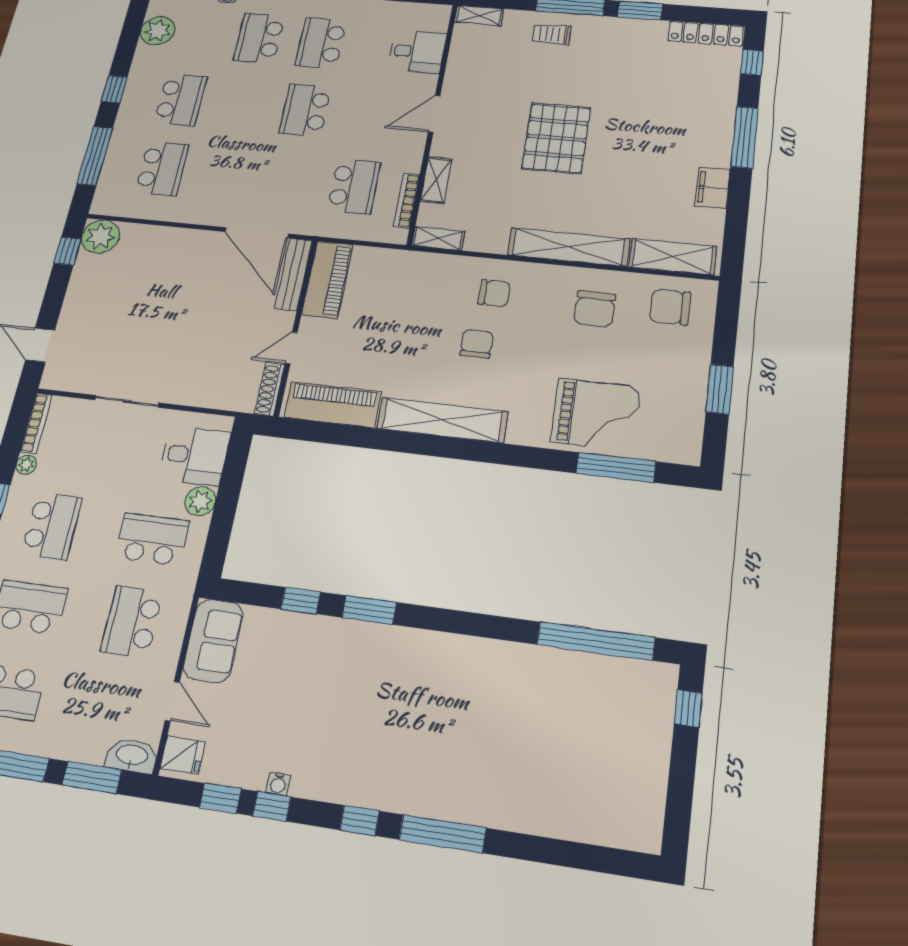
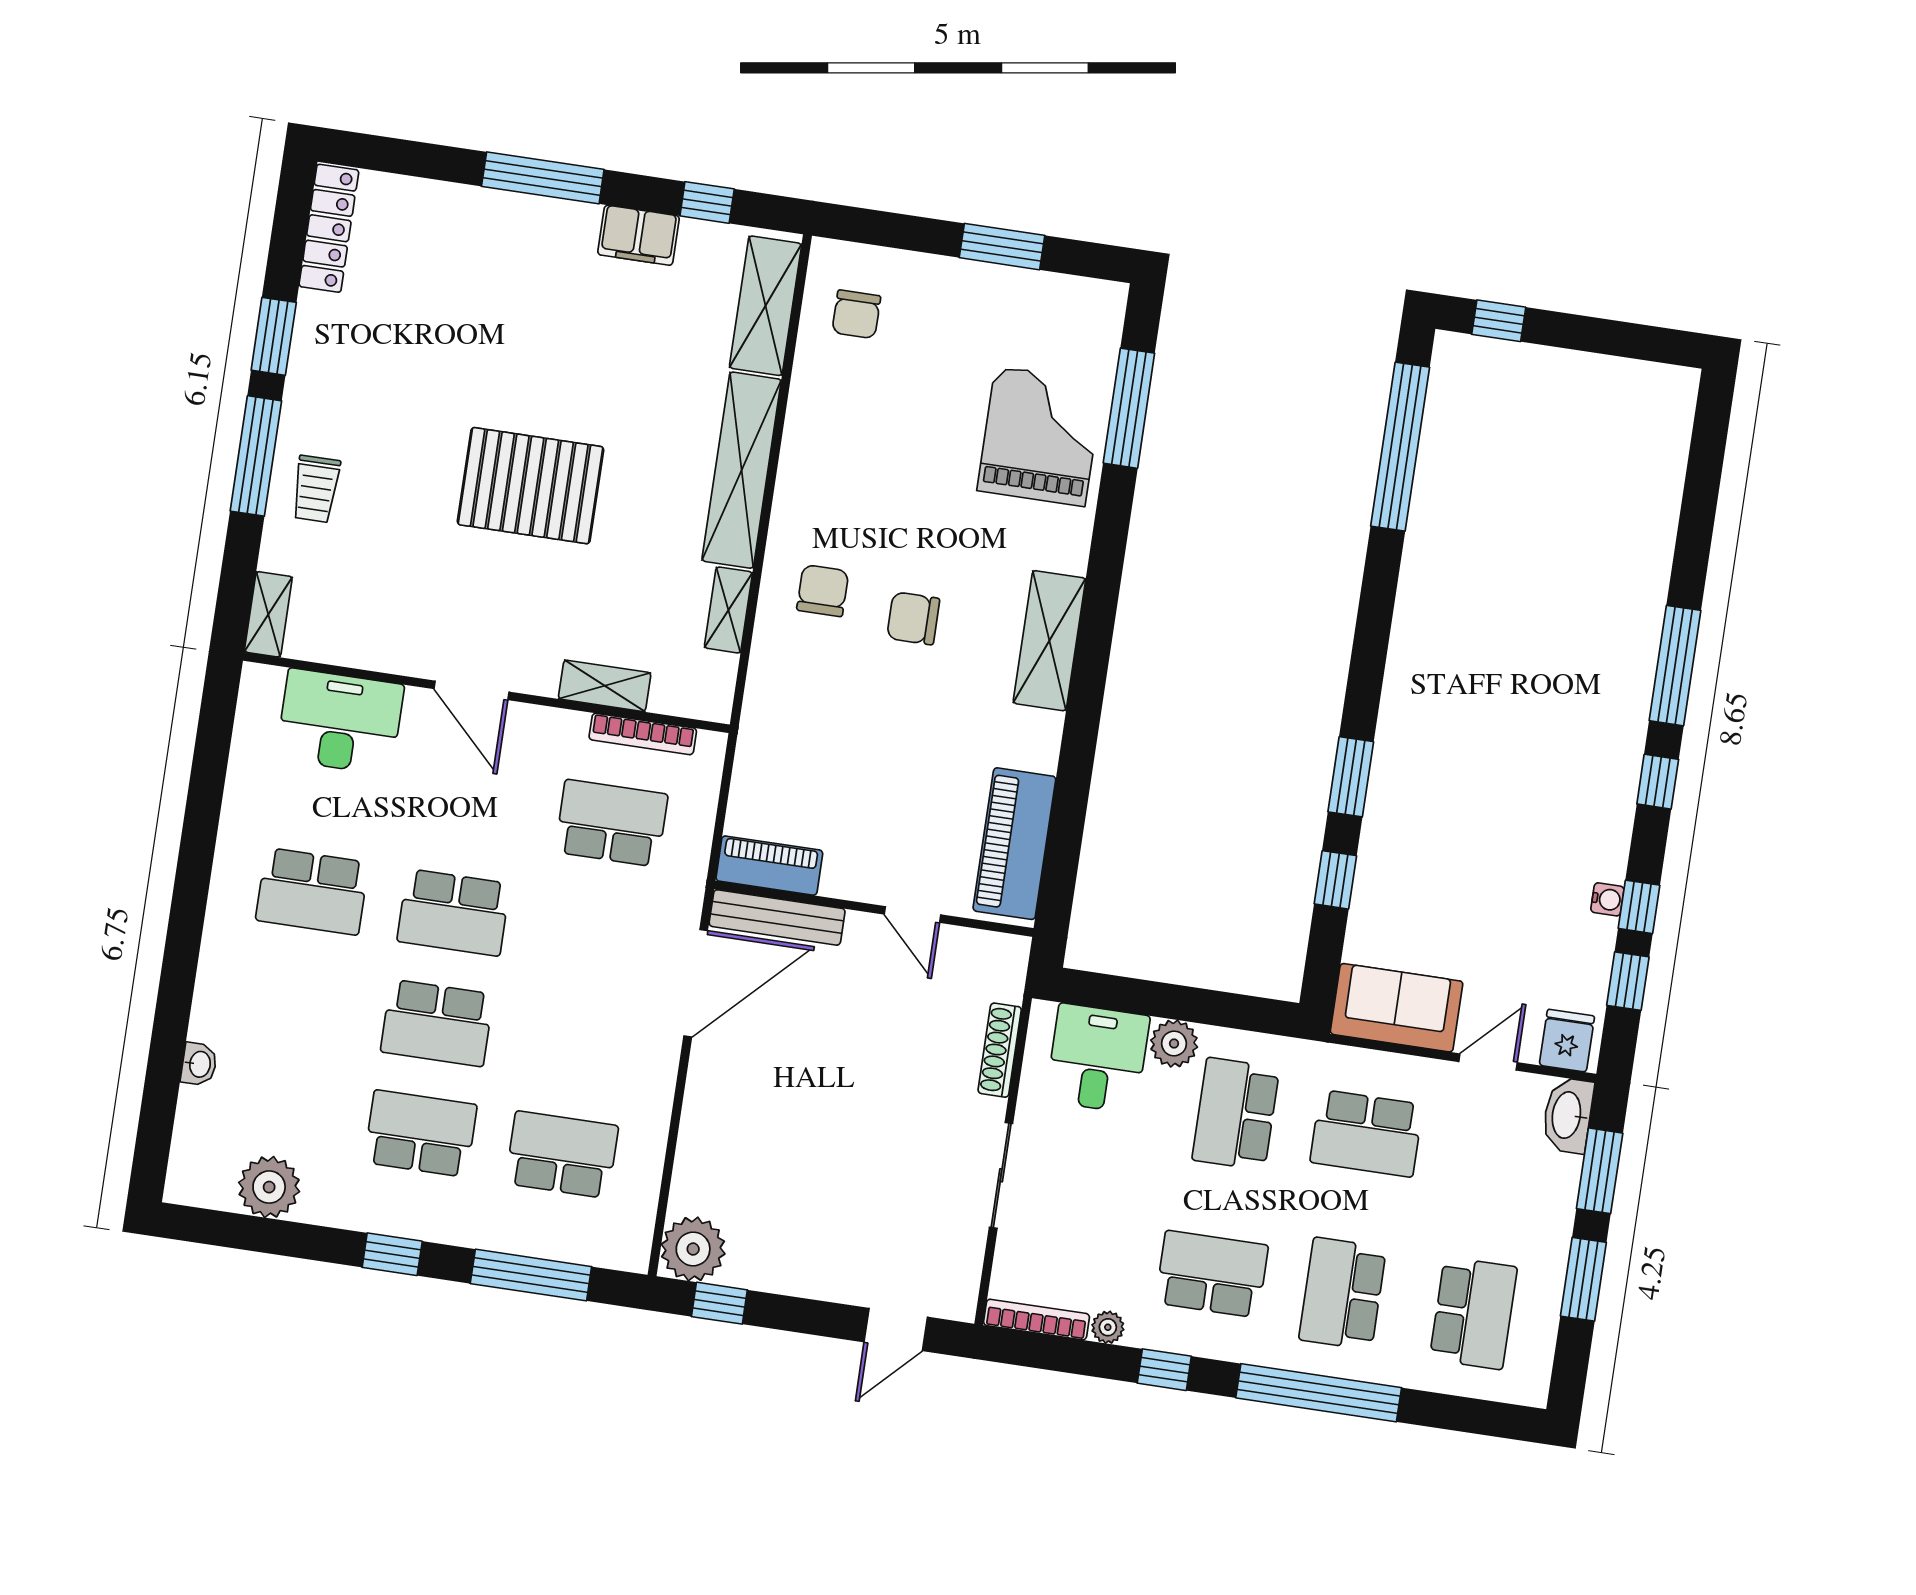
school desk: (259, 38) -> (437, 1023), moved
desk: (417, 52) -> (340, 722), width x1.37
window: (752, 62) -> (707, 202), moved
shelving: (438, 238) -> (728, 610), moved
piano: (327, 280) -> (769, 866), width x0.73, depth x0.75
chair: (670, 307) -> (856, 314), width x0.73, depth x0.73
chair: (595, 309) -> (856, 432), removed
shoe rack: (270, 389) -> (1000, 1050), moved, turned 90
shelving: (442, 420) -> (1049, 641), width x0.68

